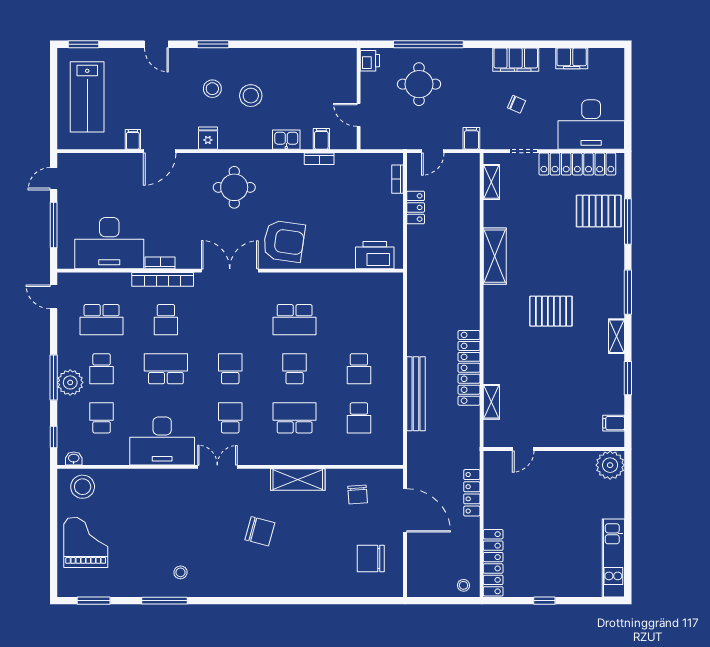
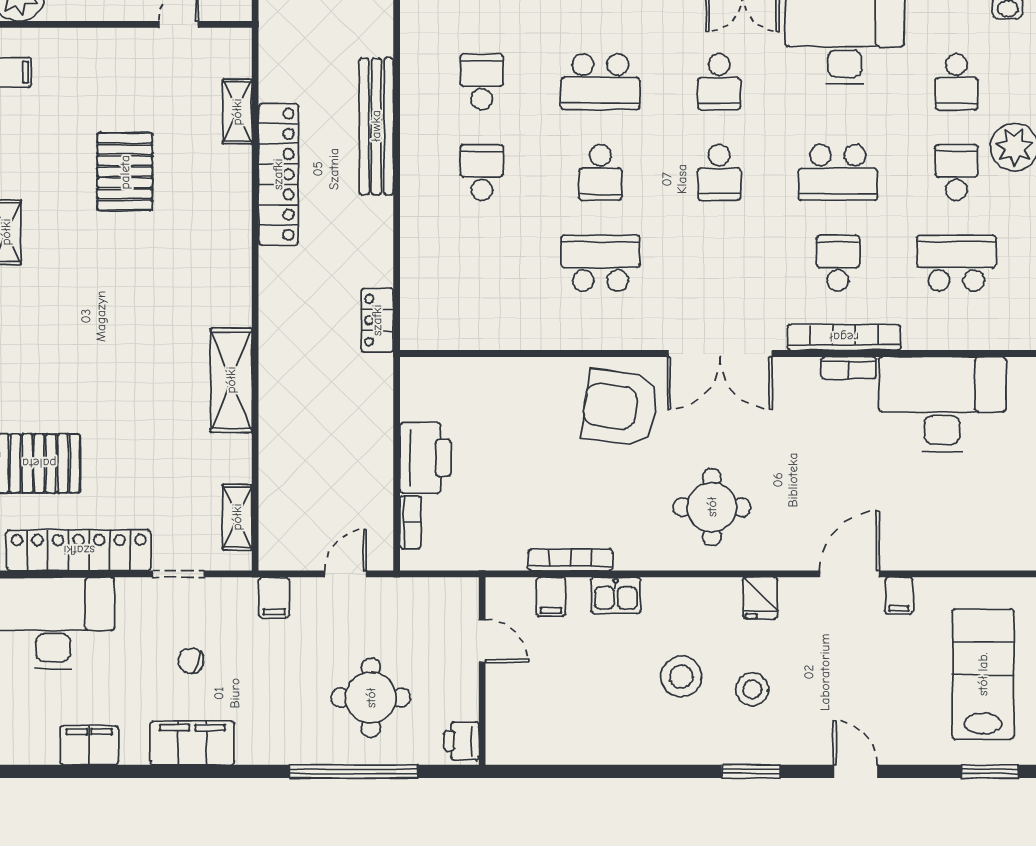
bookcase: (319, 159) -> (570, 560), width x1.56
locker: (416, 207) -> (377, 320), moved
printer: (375, 255) -> (425, 458), moved, turned -90
pallet: (551, 311) -> (125, 172), moved, turned 90

